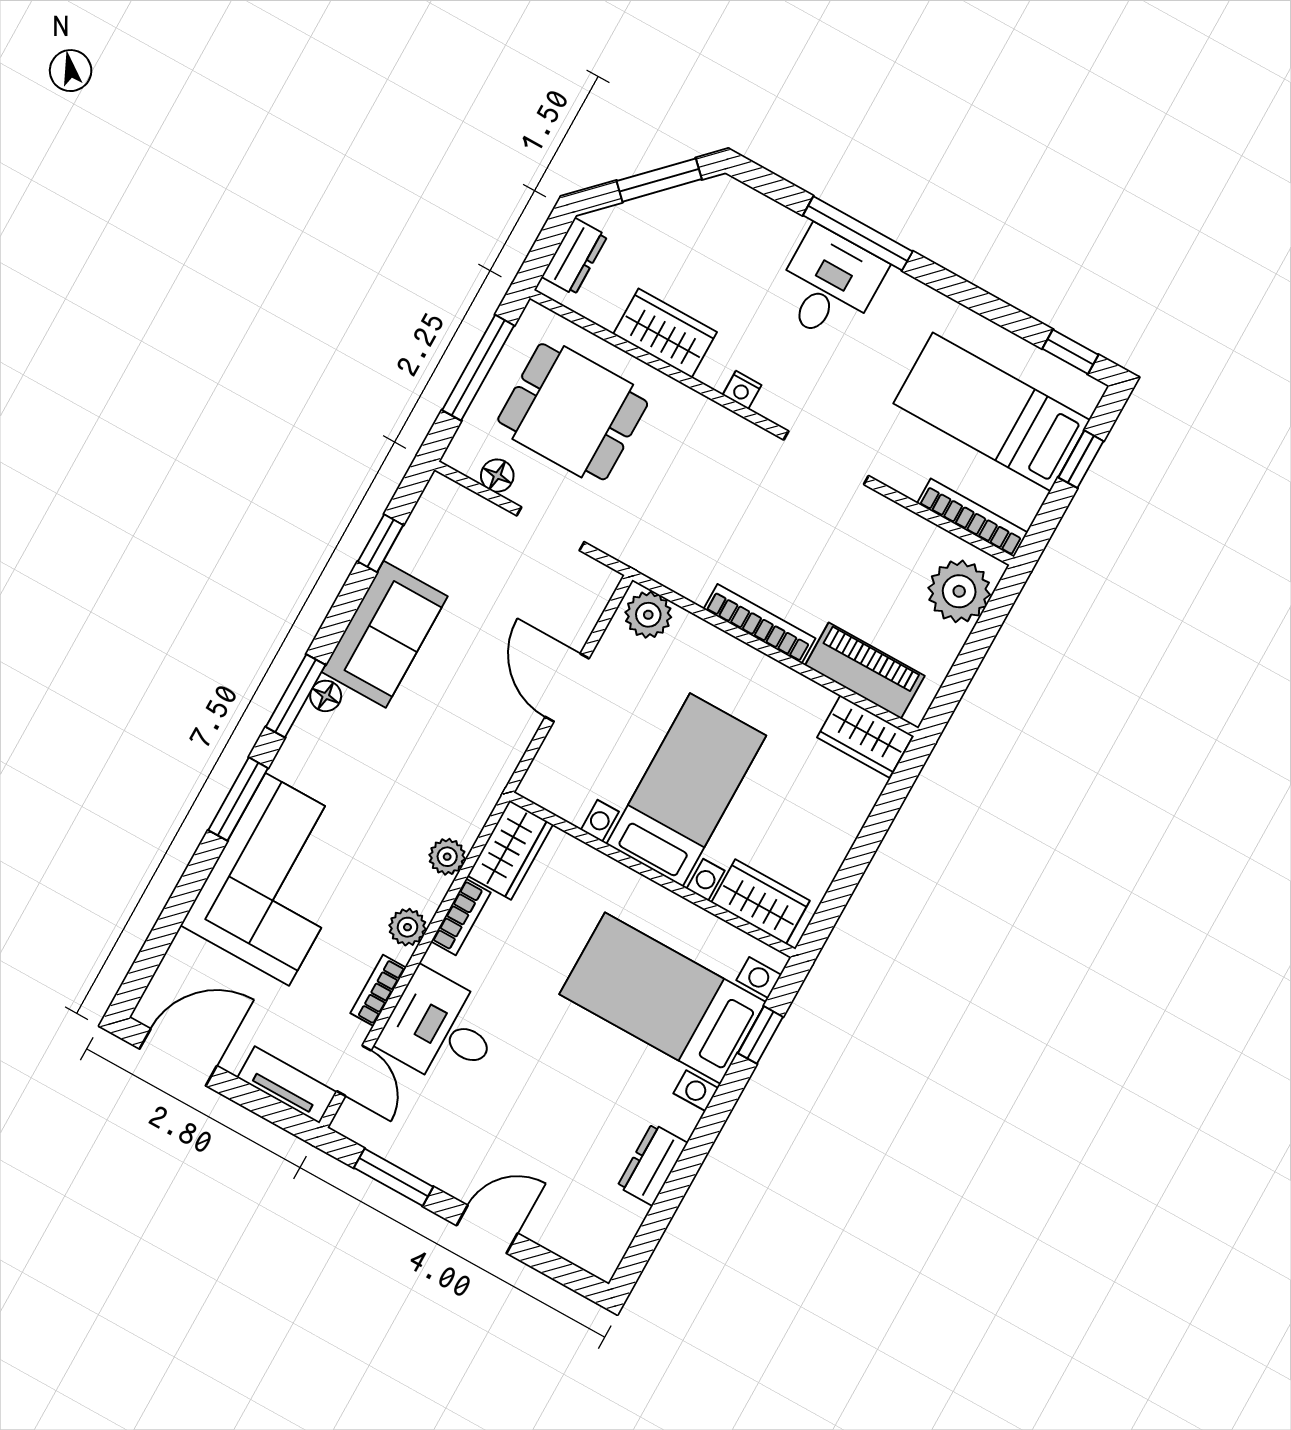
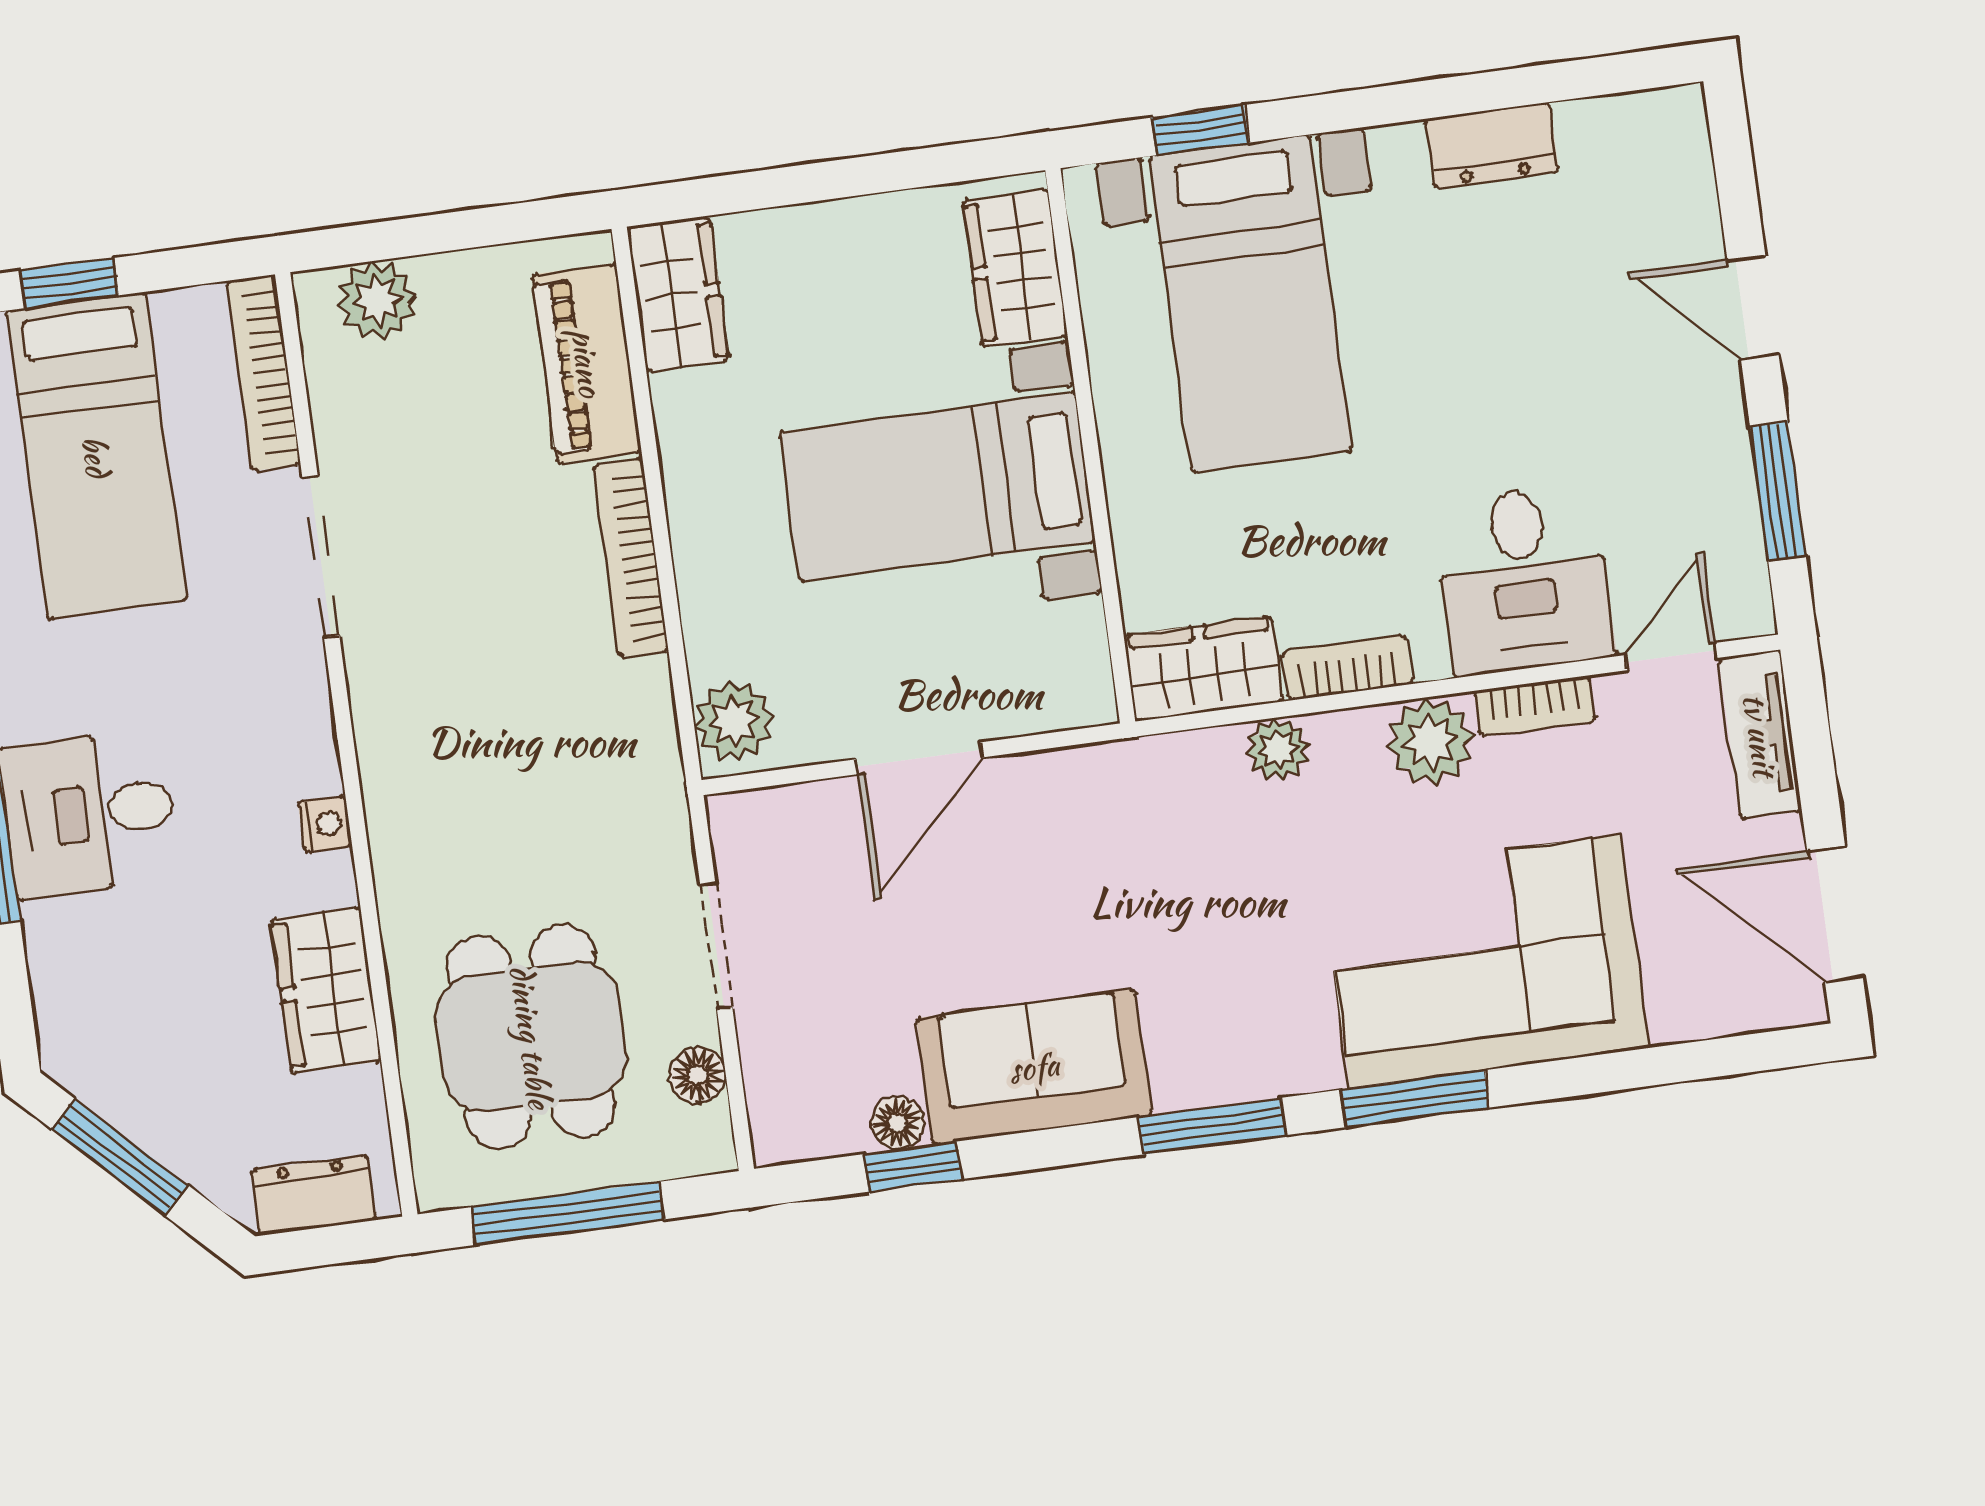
doorway: (826, 458) -> (321, 557), moved
plant: (959, 591) -> (377, 300), width x0.73, depth x0.73
floor lamp: (326, 696) -> (898, 1123), moved
plant: (408, 927) -> (1430, 741), width x1.38, depth x1.38

